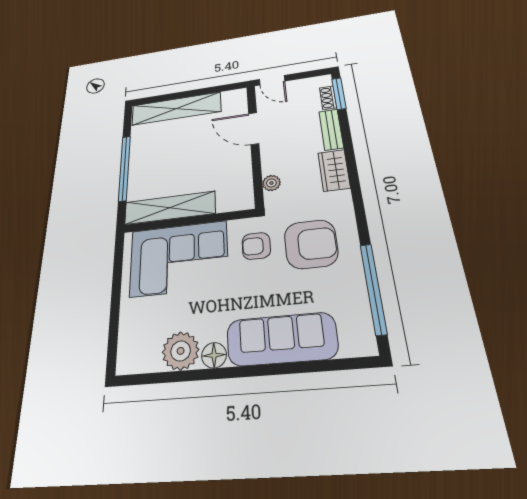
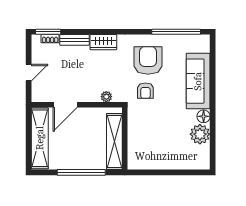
door: (254, 128) -> (65, 105), moved
wall: (255, 143) -> (77, 105), moved
plant: (271, 183) -> (106, 97), moved
corner sofa: (179, 258) -> (148, 136), removed

